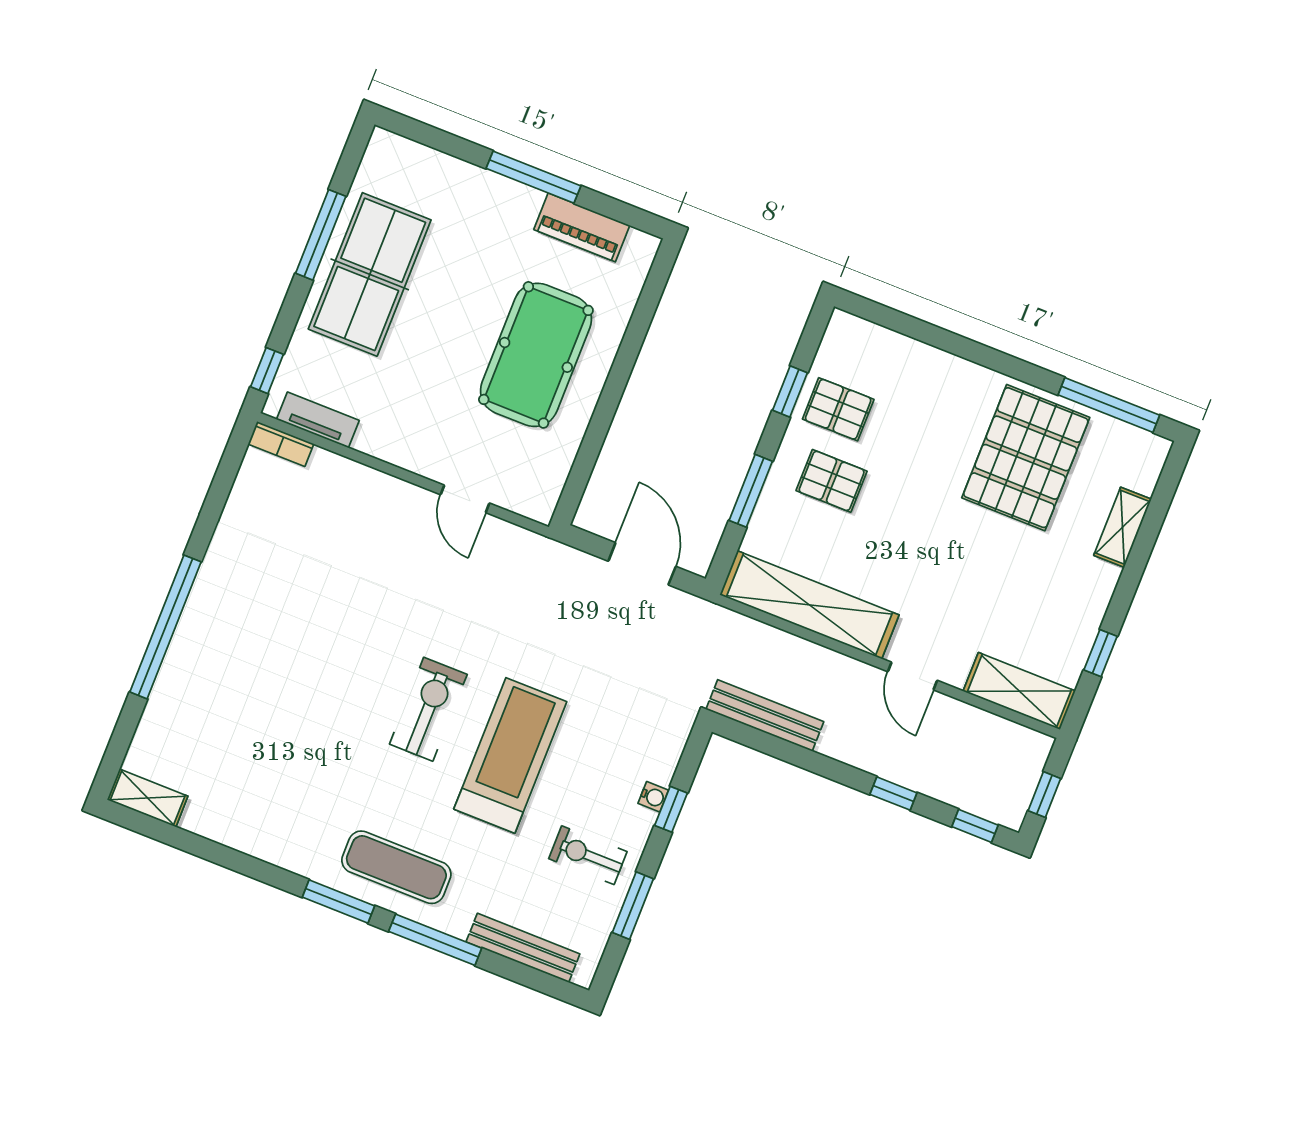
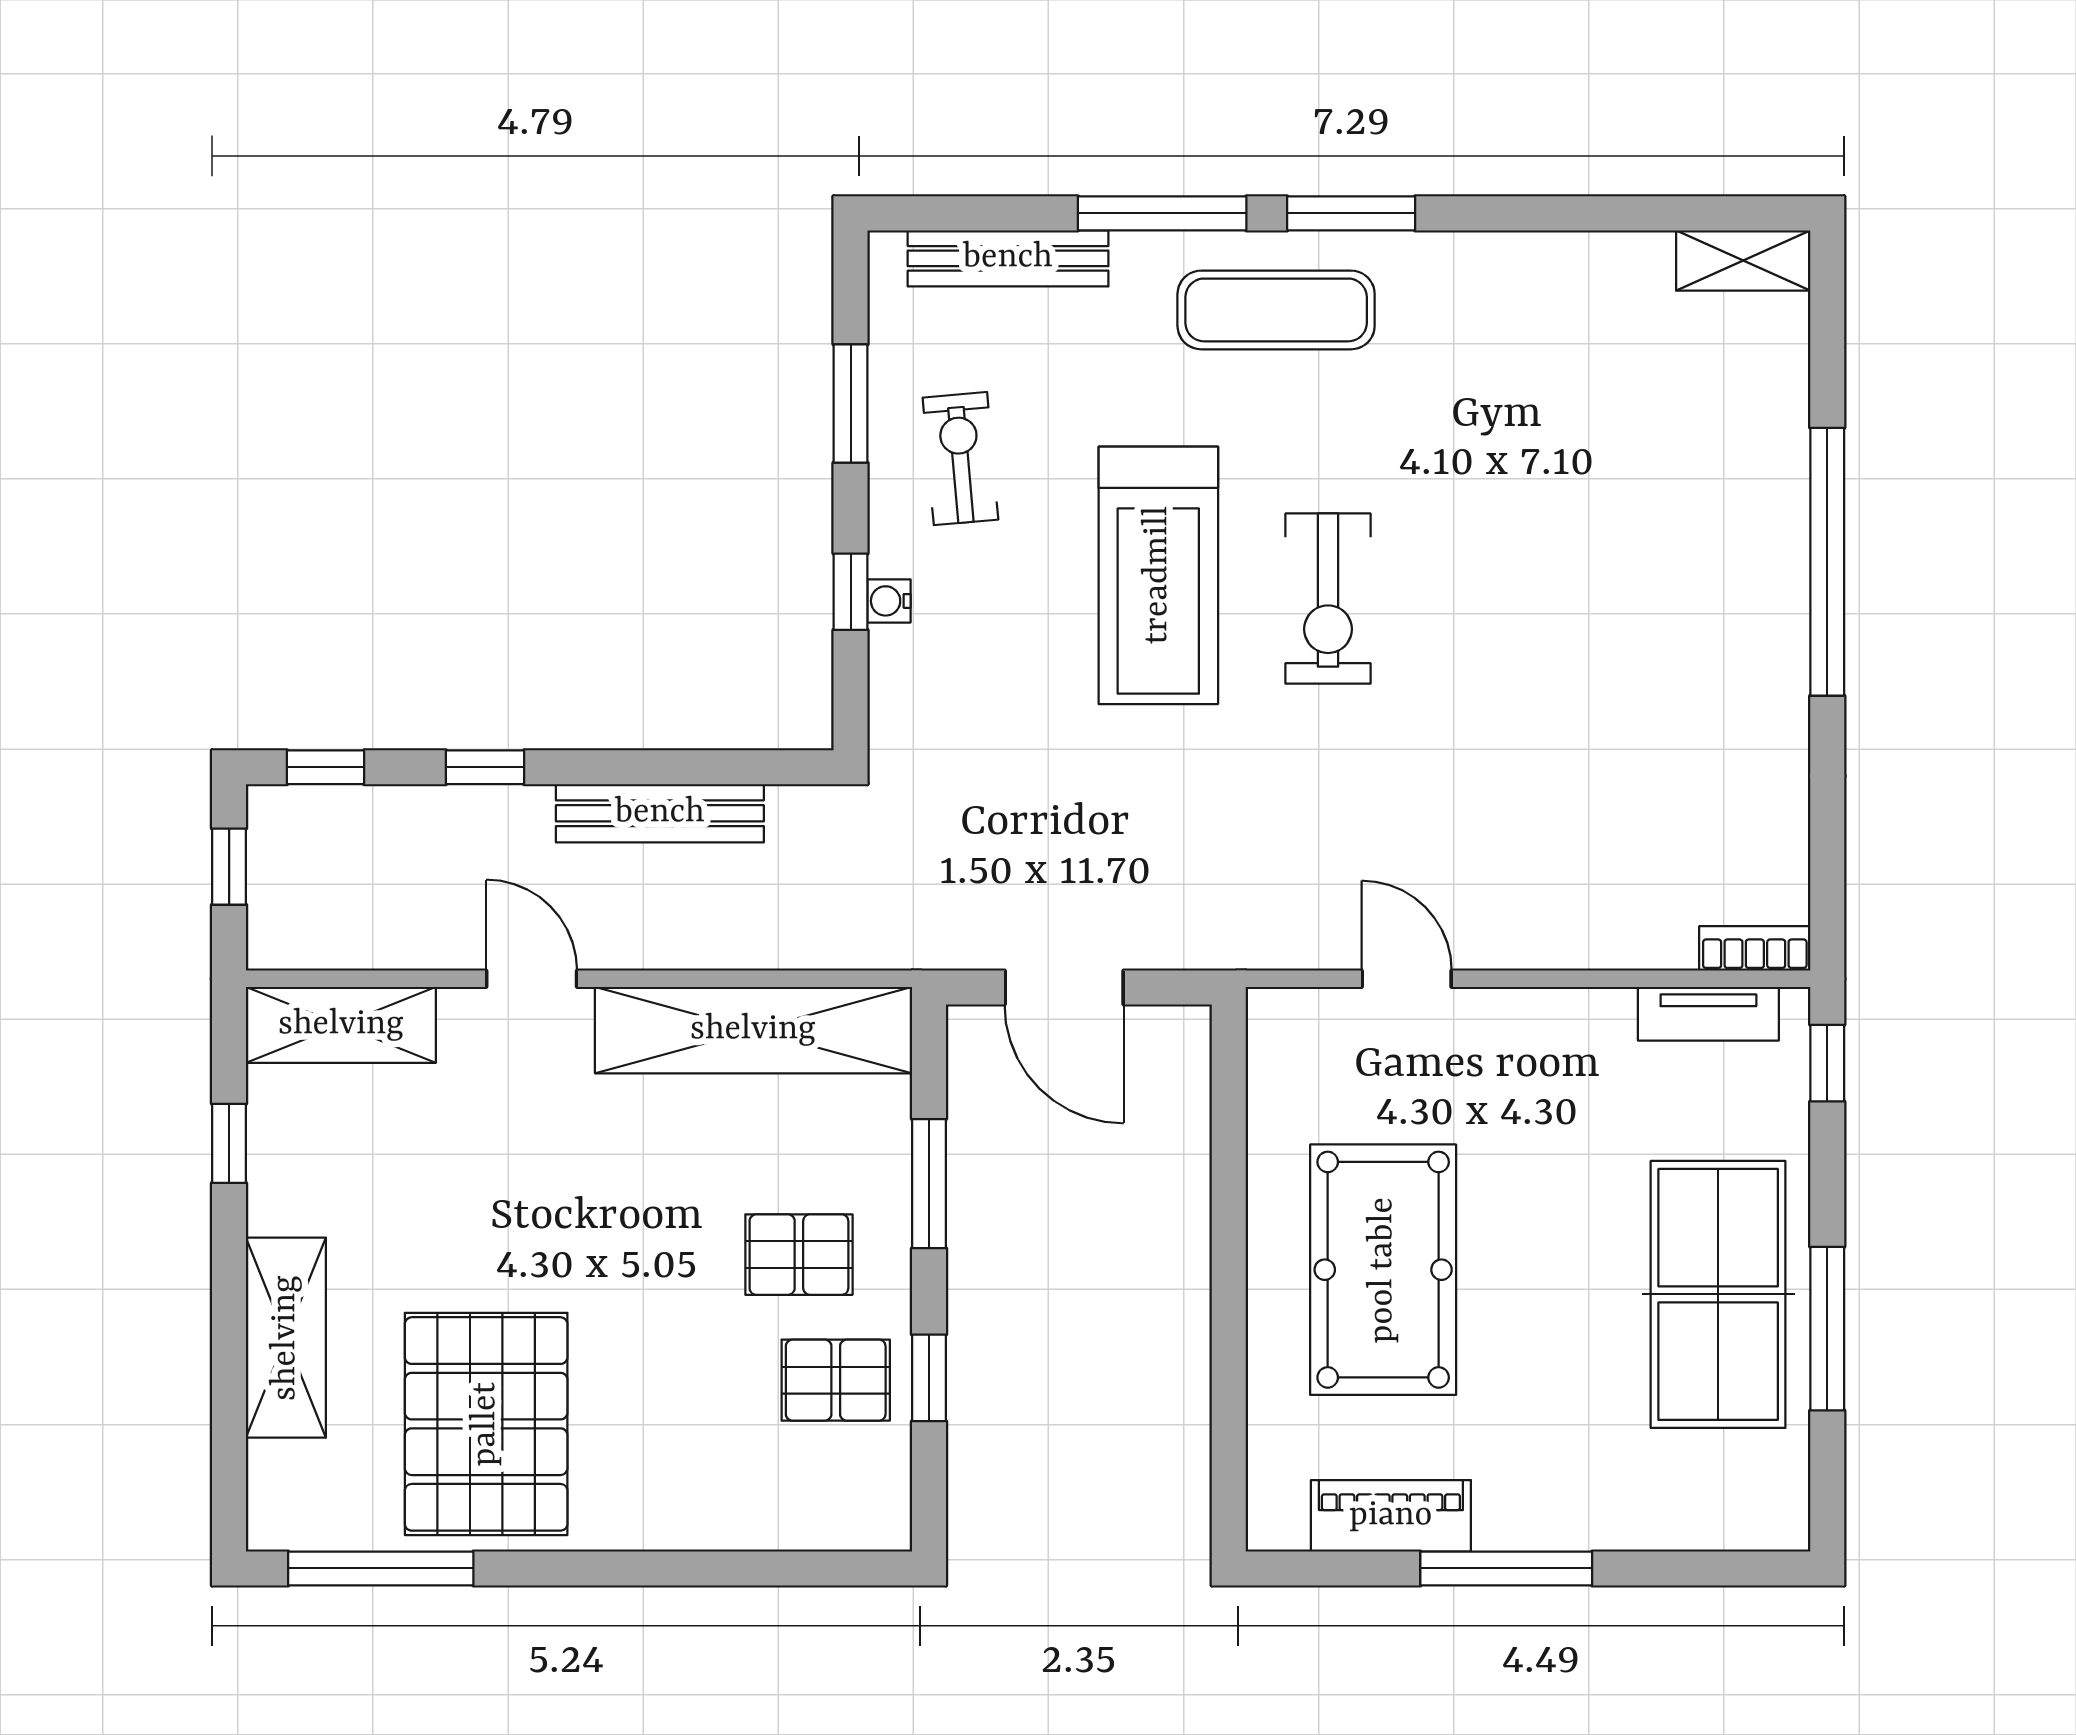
shelving: (1123, 527) -> (286, 1338), width x1.50, depth x1.33
bench: (765, 715) -> (660, 813), moved
exercise bike: (588, 855) -> (960, 459), turned -95

